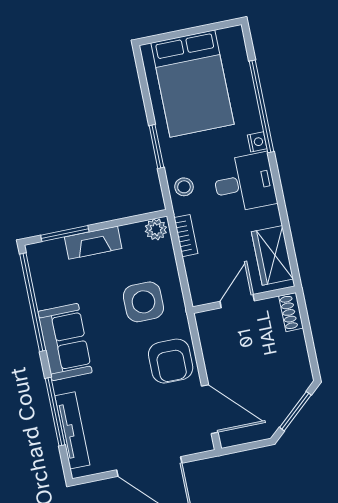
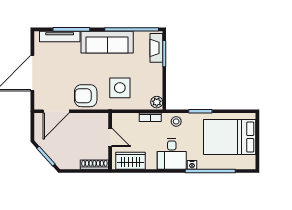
fireplace: (93, 243) -> (156, 48), moved
shoe rack: (291, 312) -> (94, 165), width x1.43
sofa: (65, 342) -> (107, 42), width x1.36

